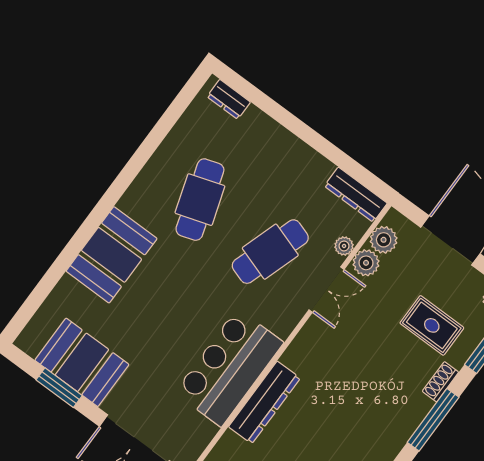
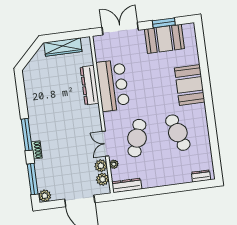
rug: (432, 325) -> (58, 166), removed

